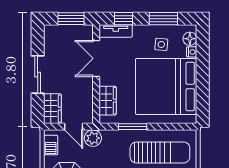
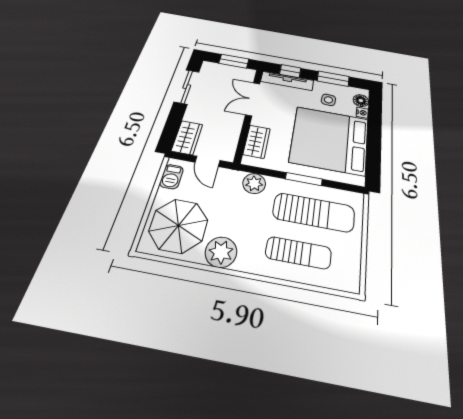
tv unit: (116, 31) -> (287, 81), width x1.41
sliding door: (38, 75) -> (187, 87), moved
window: (133, 127) -> (304, 179), moved
plant: (93, 138) -> (254, 184), moved

